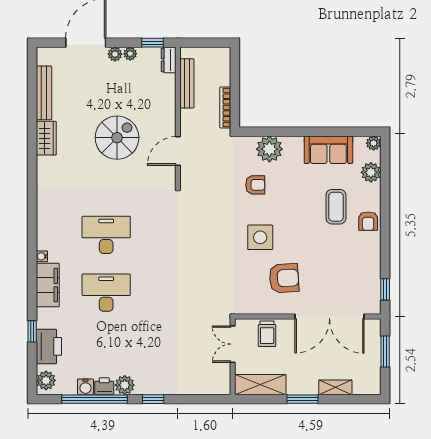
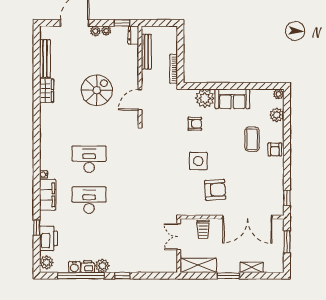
sofa: (328, 150) -> (232, 99), moved

